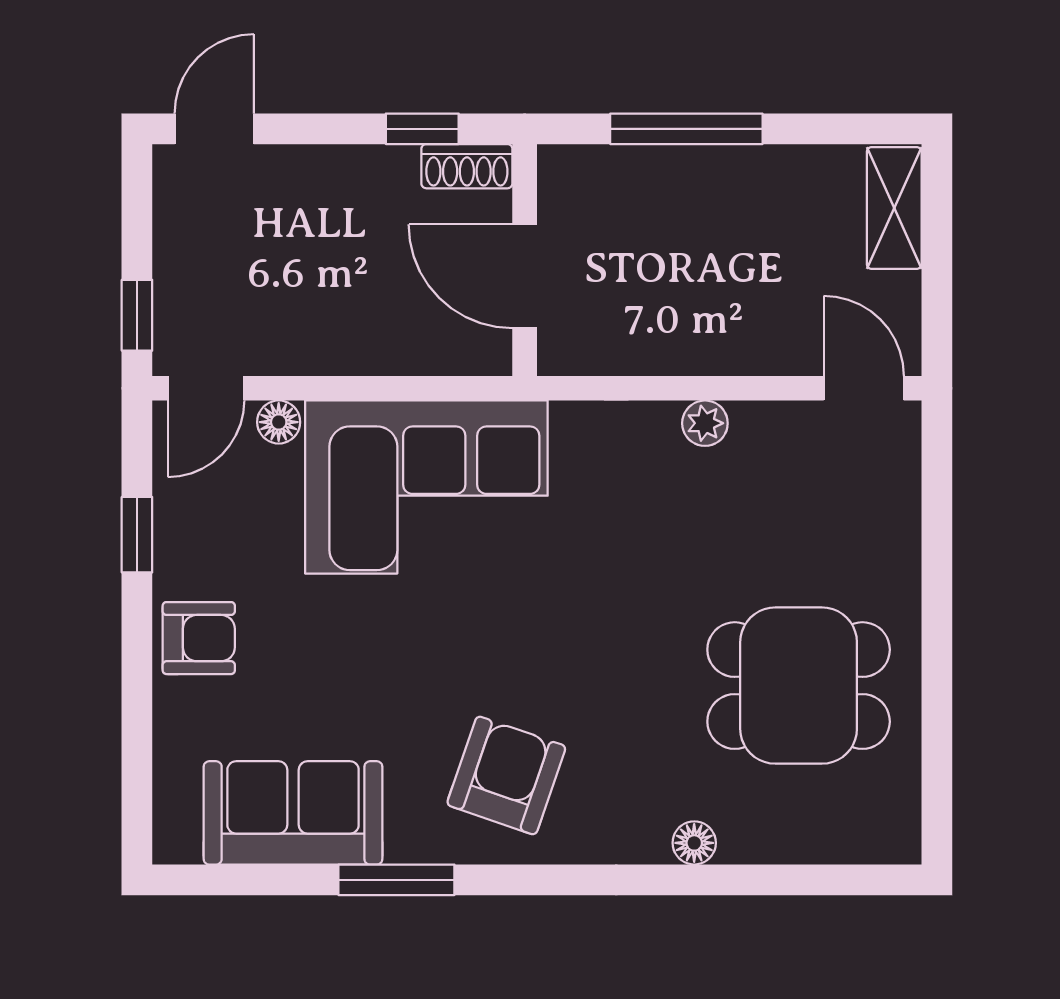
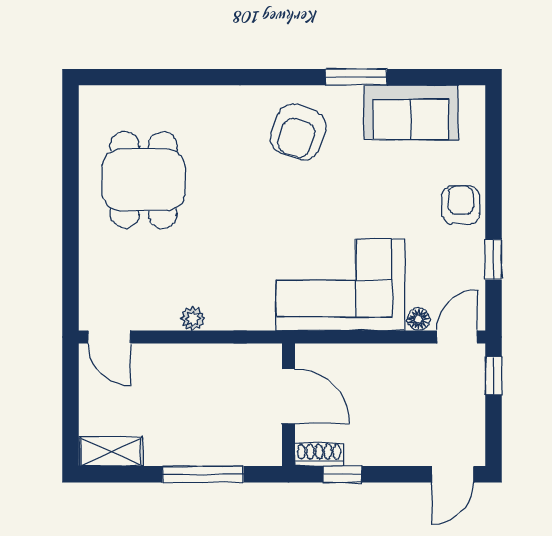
shelving: (894, 208) -> (111, 452), moved, turned 90
armchair: (199, 638) -> (461, 205), turned 90
dining table: (799, 686) -> (144, 180), turned 90
floor lamp: (694, 843) -> (199, 97), removed

